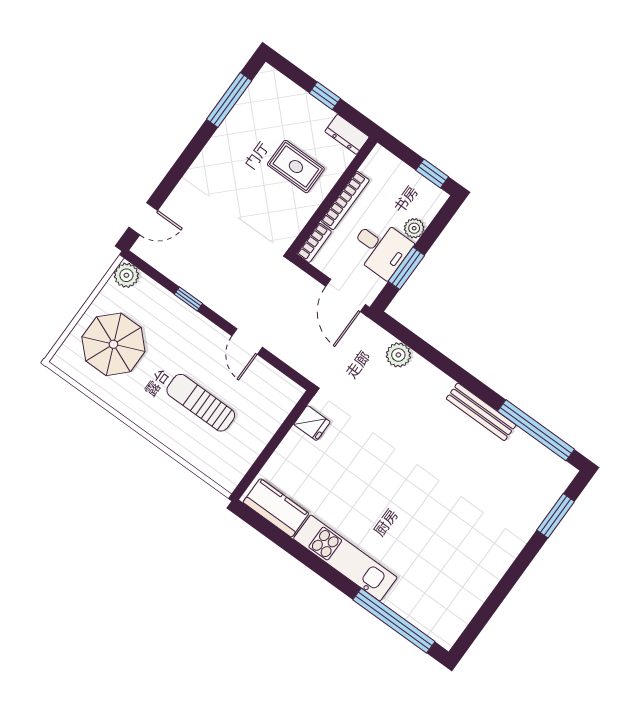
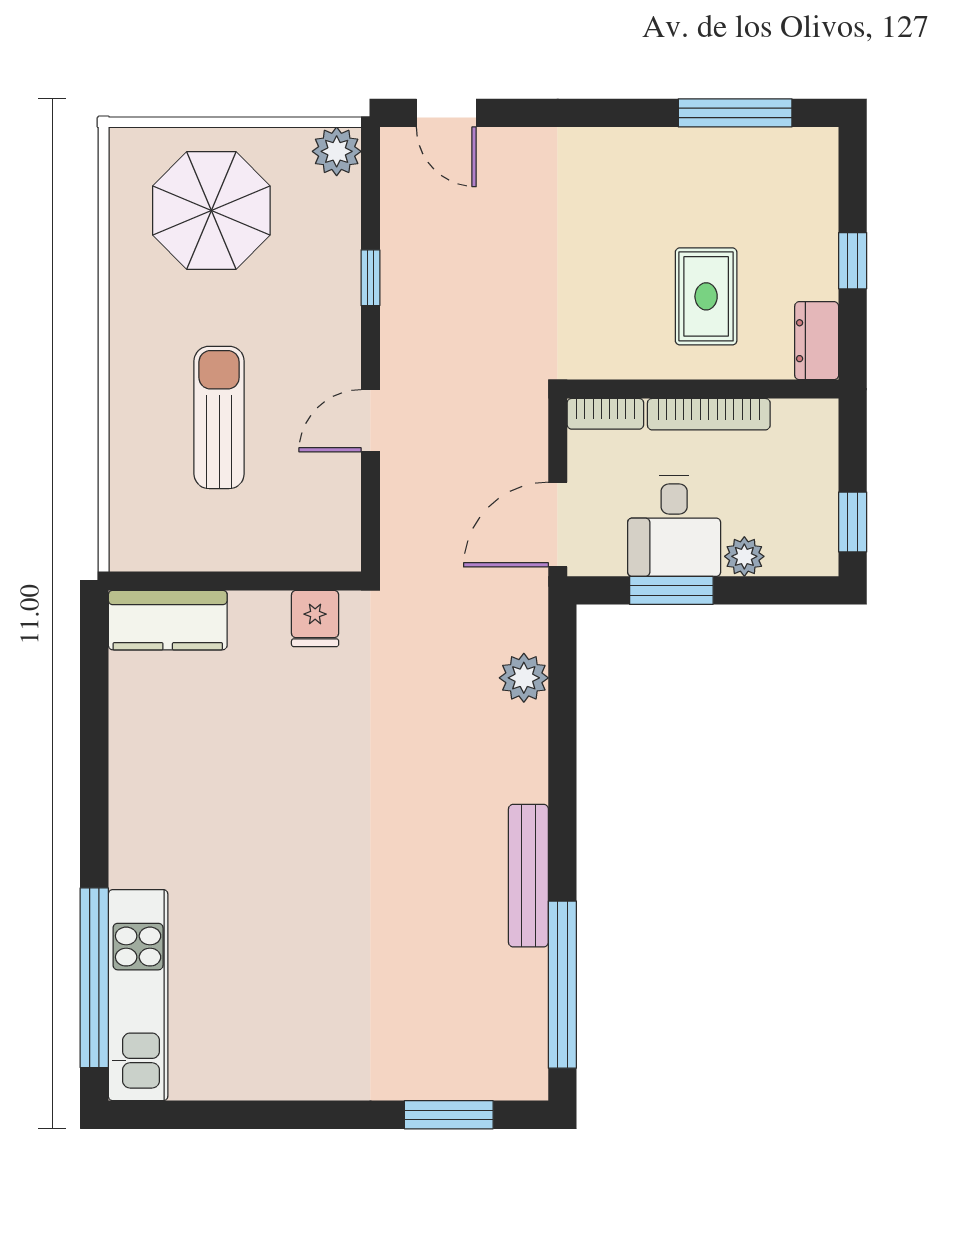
kitchen counter: (276, 508) -> (168, 620), moved, turned 90
kitchen unit: (345, 558) -> (138, 995), moved

